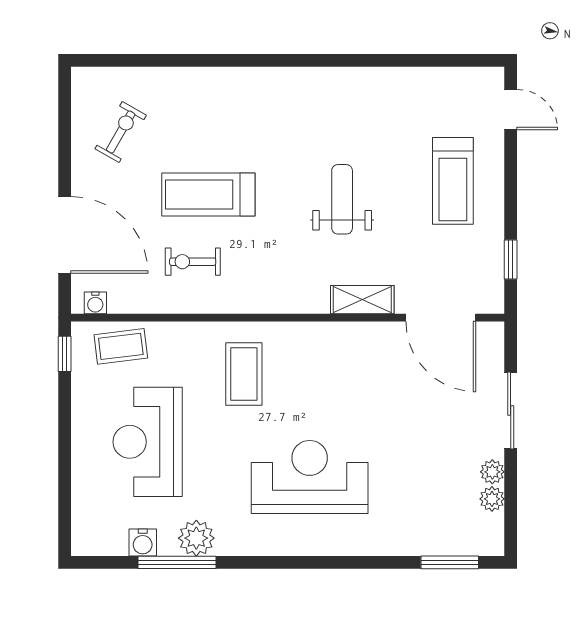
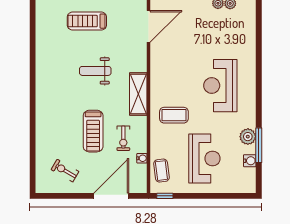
treadmill: (453, 181) -> (87, 21), turned 180
shelving: (362, 300) -> (138, 94), moved, width x1.50, depth x1.33
water cooler: (95, 303) -> (142, 158), moved
reception desk: (148, 442) -> (204, 159), turned -90
window: (450, 562) -> (259, 22), removed

